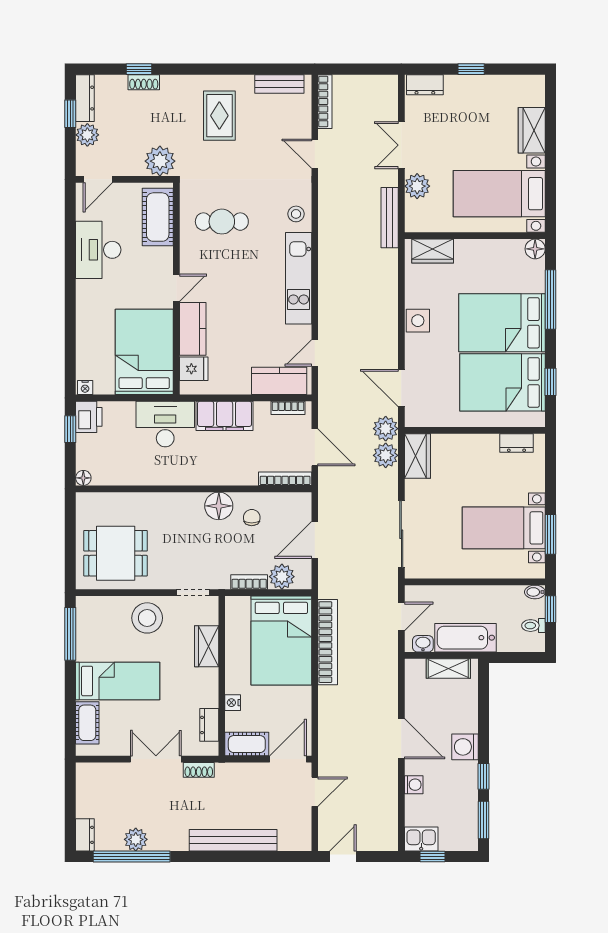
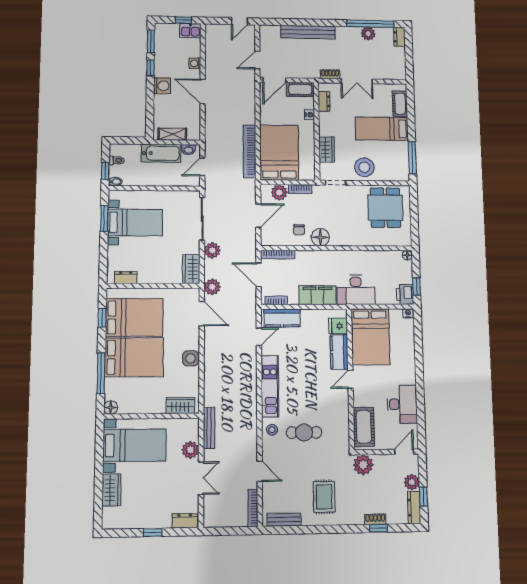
cafe table: (222, 222) -> (304, 432), moved
plant: (386, 455) -> (212, 250), moved
dining table: (116, 553) -> (385, 208), turned 90

